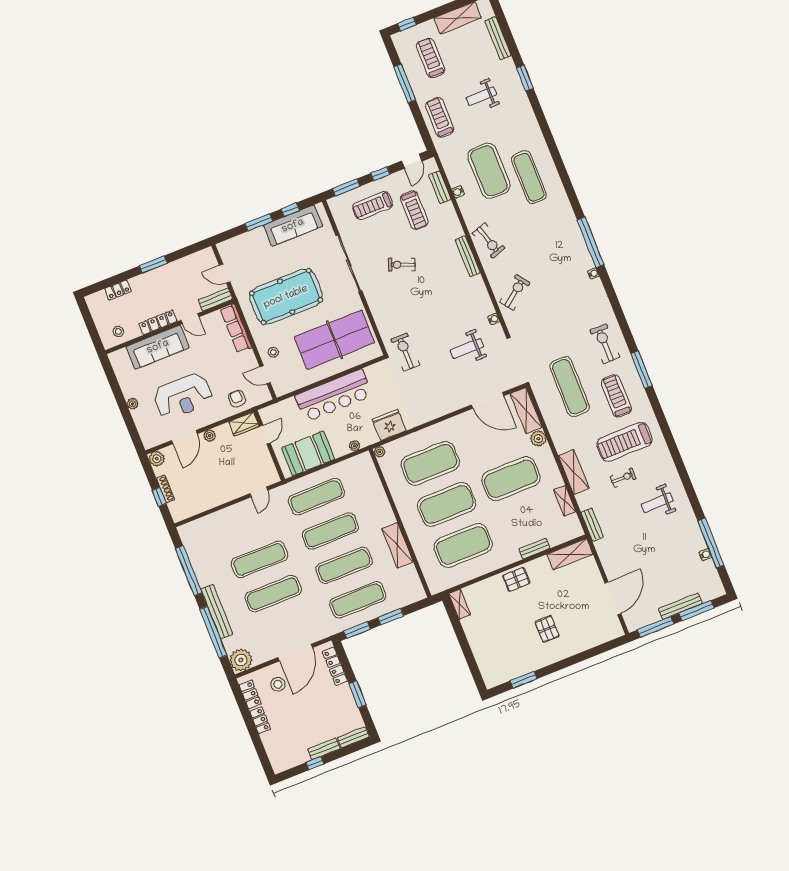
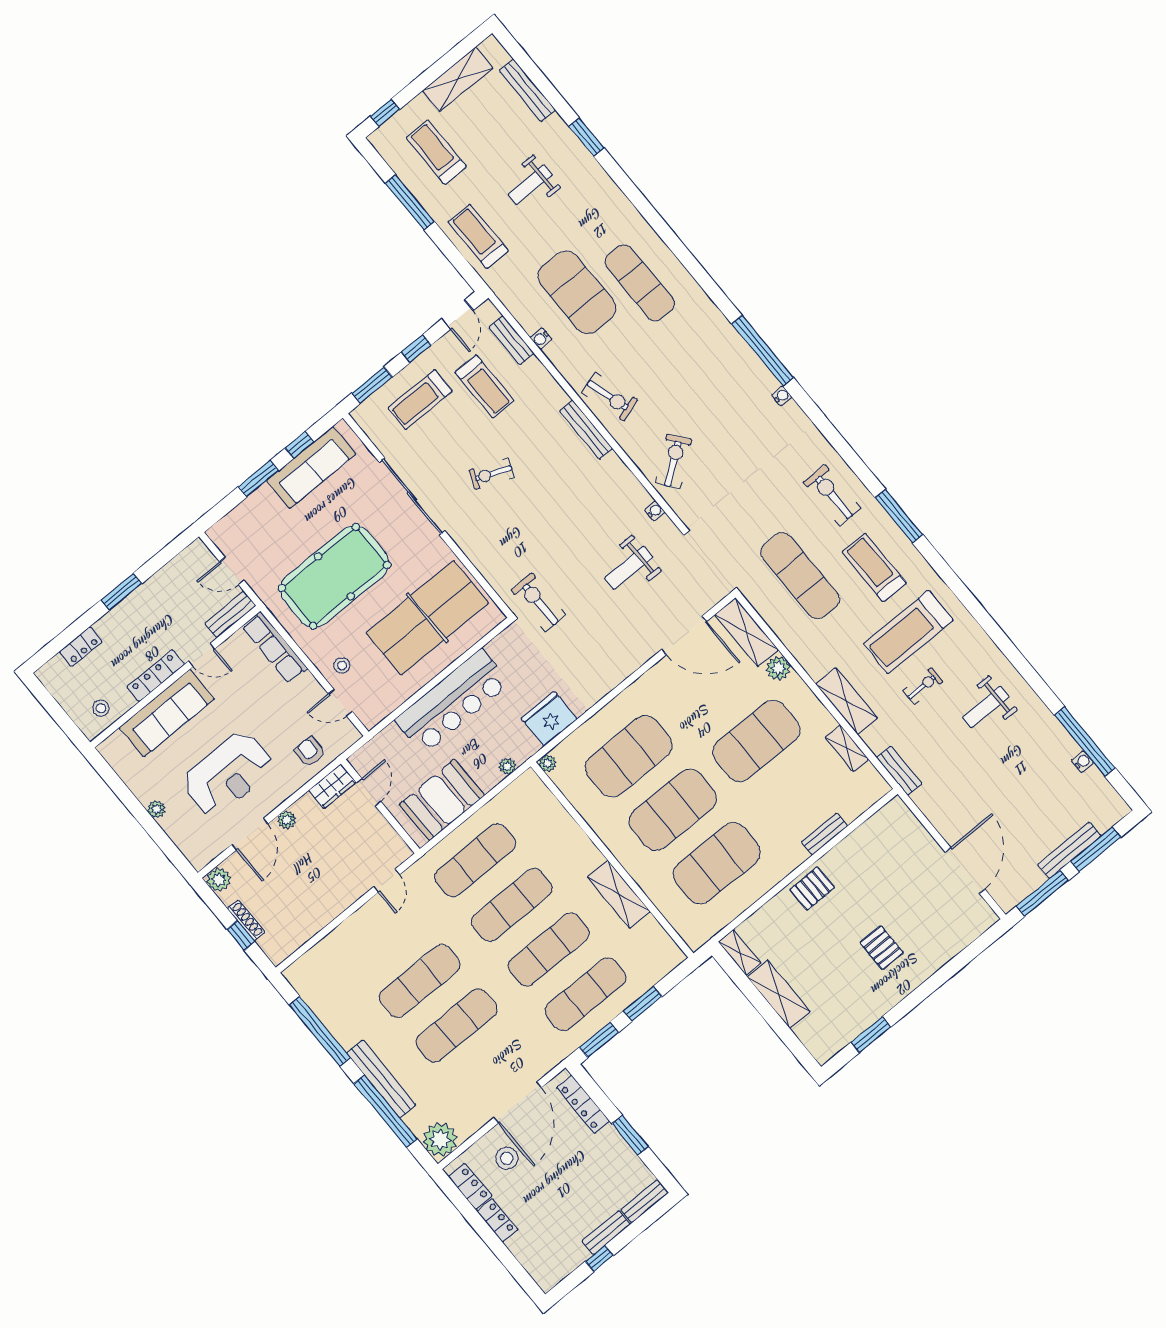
shelving: (570, 554) -> (779, 994), moved, turned 90

